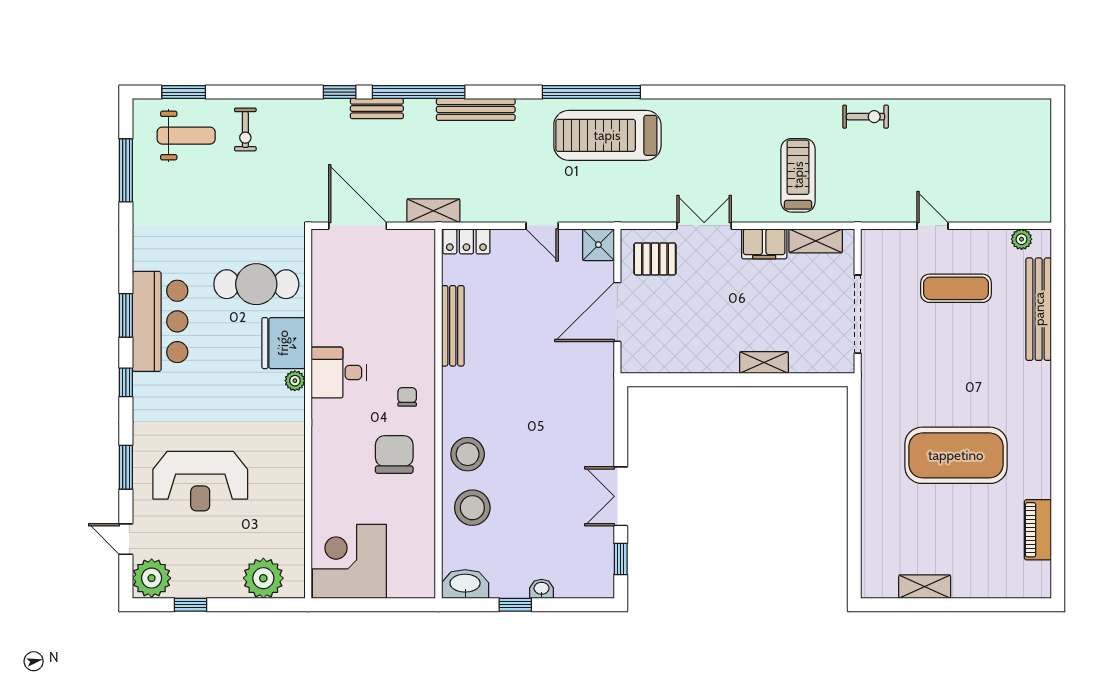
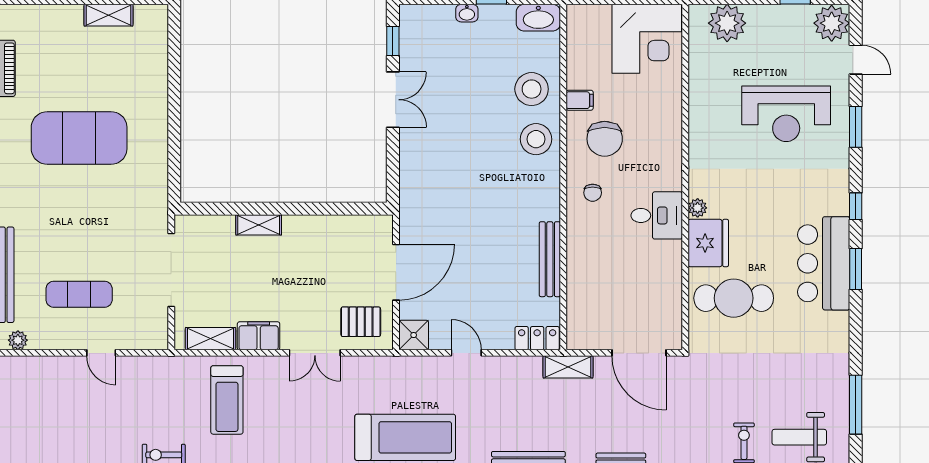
reception desk: (200, 481) -> (786, 114), turned 180
filing cabinet: (421, 496) -> (580, 100), added

